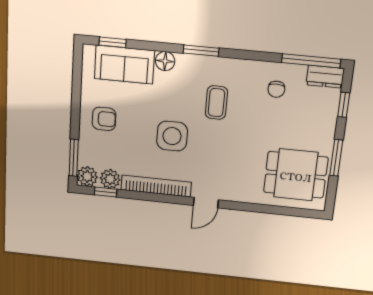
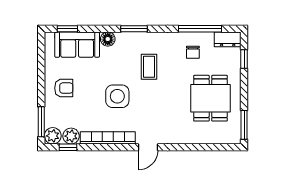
window: (311, 61) -> (200, 29), moved
window: (336, 158) -> (244, 125), moved
dining table: (296, 175) -> (210, 98), moved, turned 90

